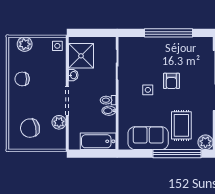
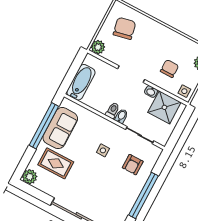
chair: (22, 79) -> (169, 69), moved
armchair: (171, 81) -> (133, 165), moved, turned -90
bidet: (109, 111) -> (121, 116), moved
plant: (59, 122) -> (98, 47), moved
window: (177, 154) -> (44, 126), moved

